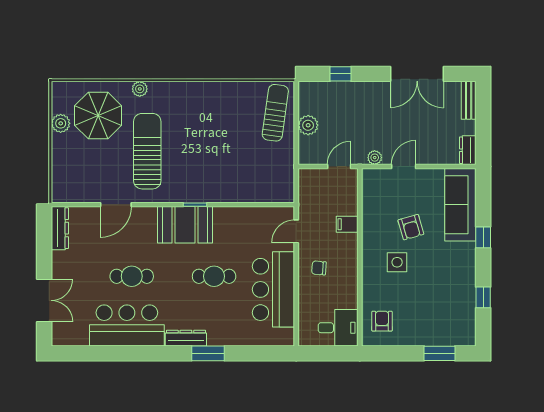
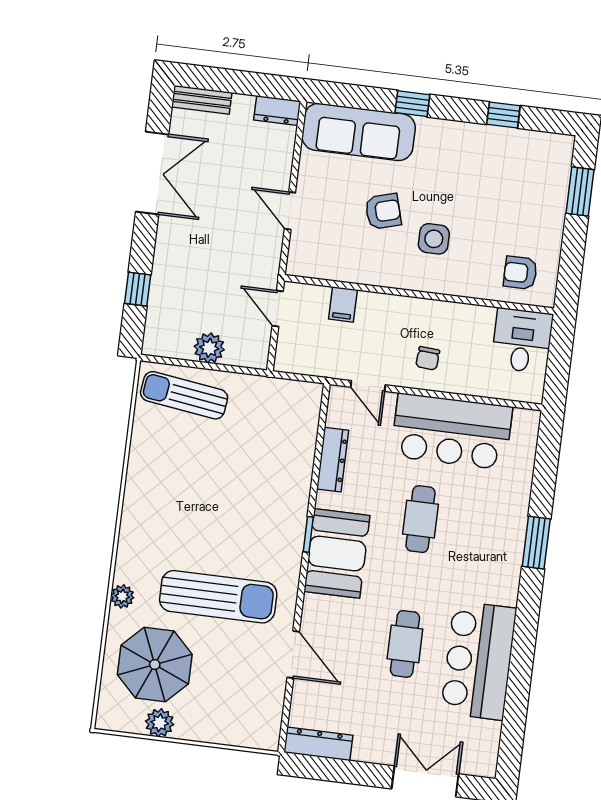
sun lounger: (147, 151) -> (218, 597), turned 180
plant: (375, 158) -> (271, 253), removed
filing cabinet: (347, 224) -> (343, 304), moved
dresser: (186, 338) -> (333, 460), moved, turned 180

